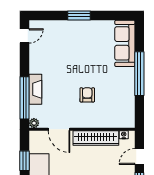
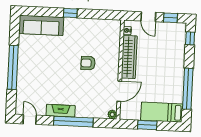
window: (79, 15) -> (13, 67), width x2.11
window: (139, 74) -> (70, 13), width x0.32
fireplace: (35, 89) -> (61, 111), moved
window: (25, 98) -> (73, 122), moved

